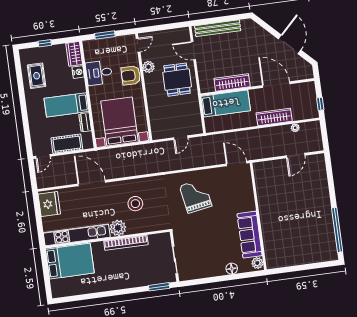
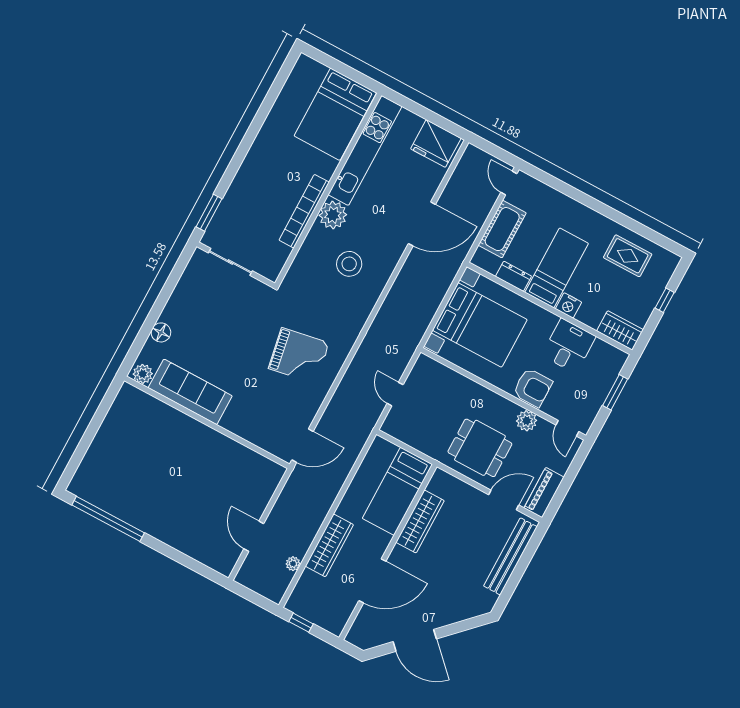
piano: (176, 34) -> (544, 493), added
nightstand: (78, 72) -> (568, 305), moved
armchair: (131, 75) -> (533, 388), turned 90

